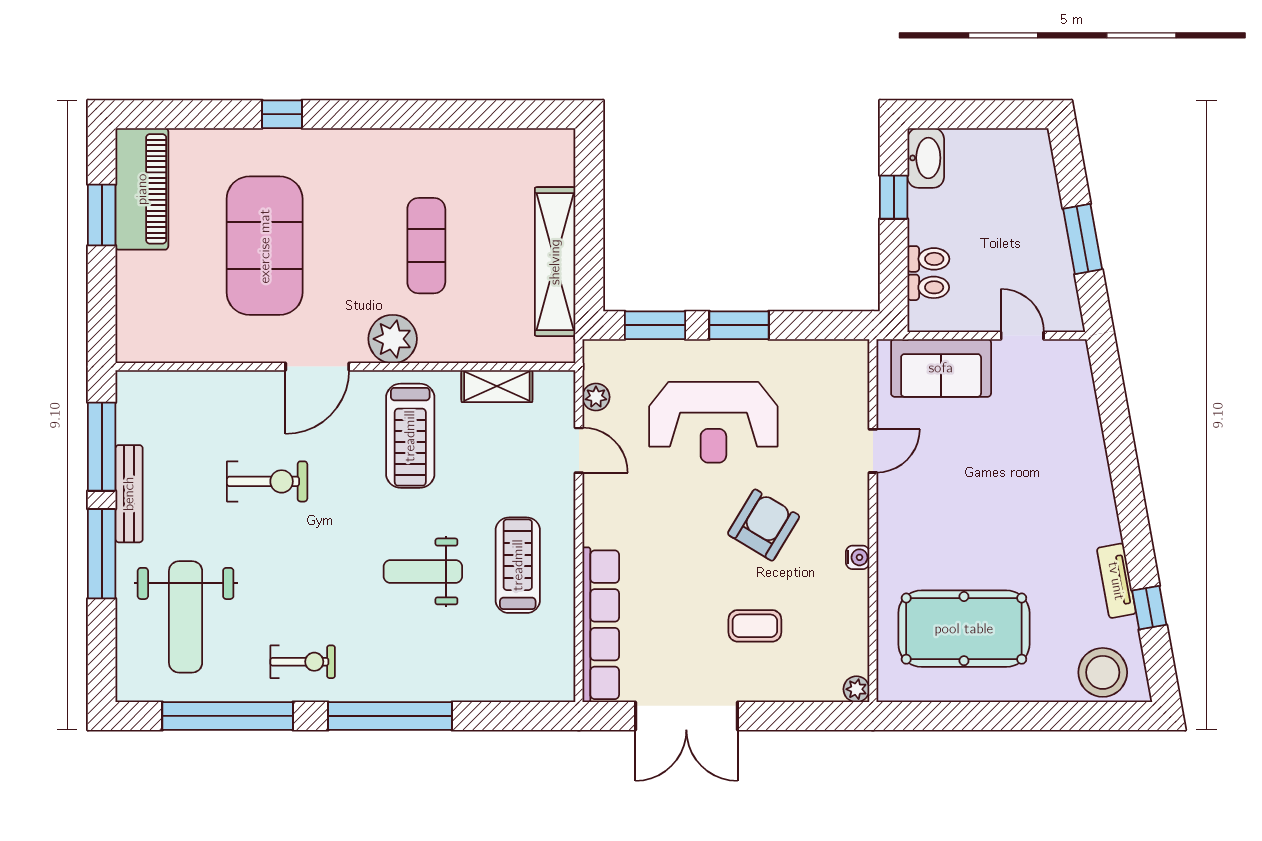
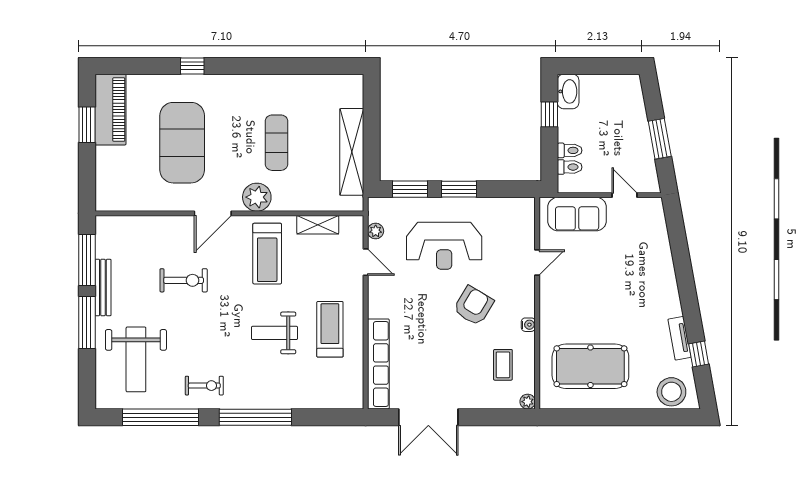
coffee table: (755, 626) -> (503, 365), moved, turned 90

